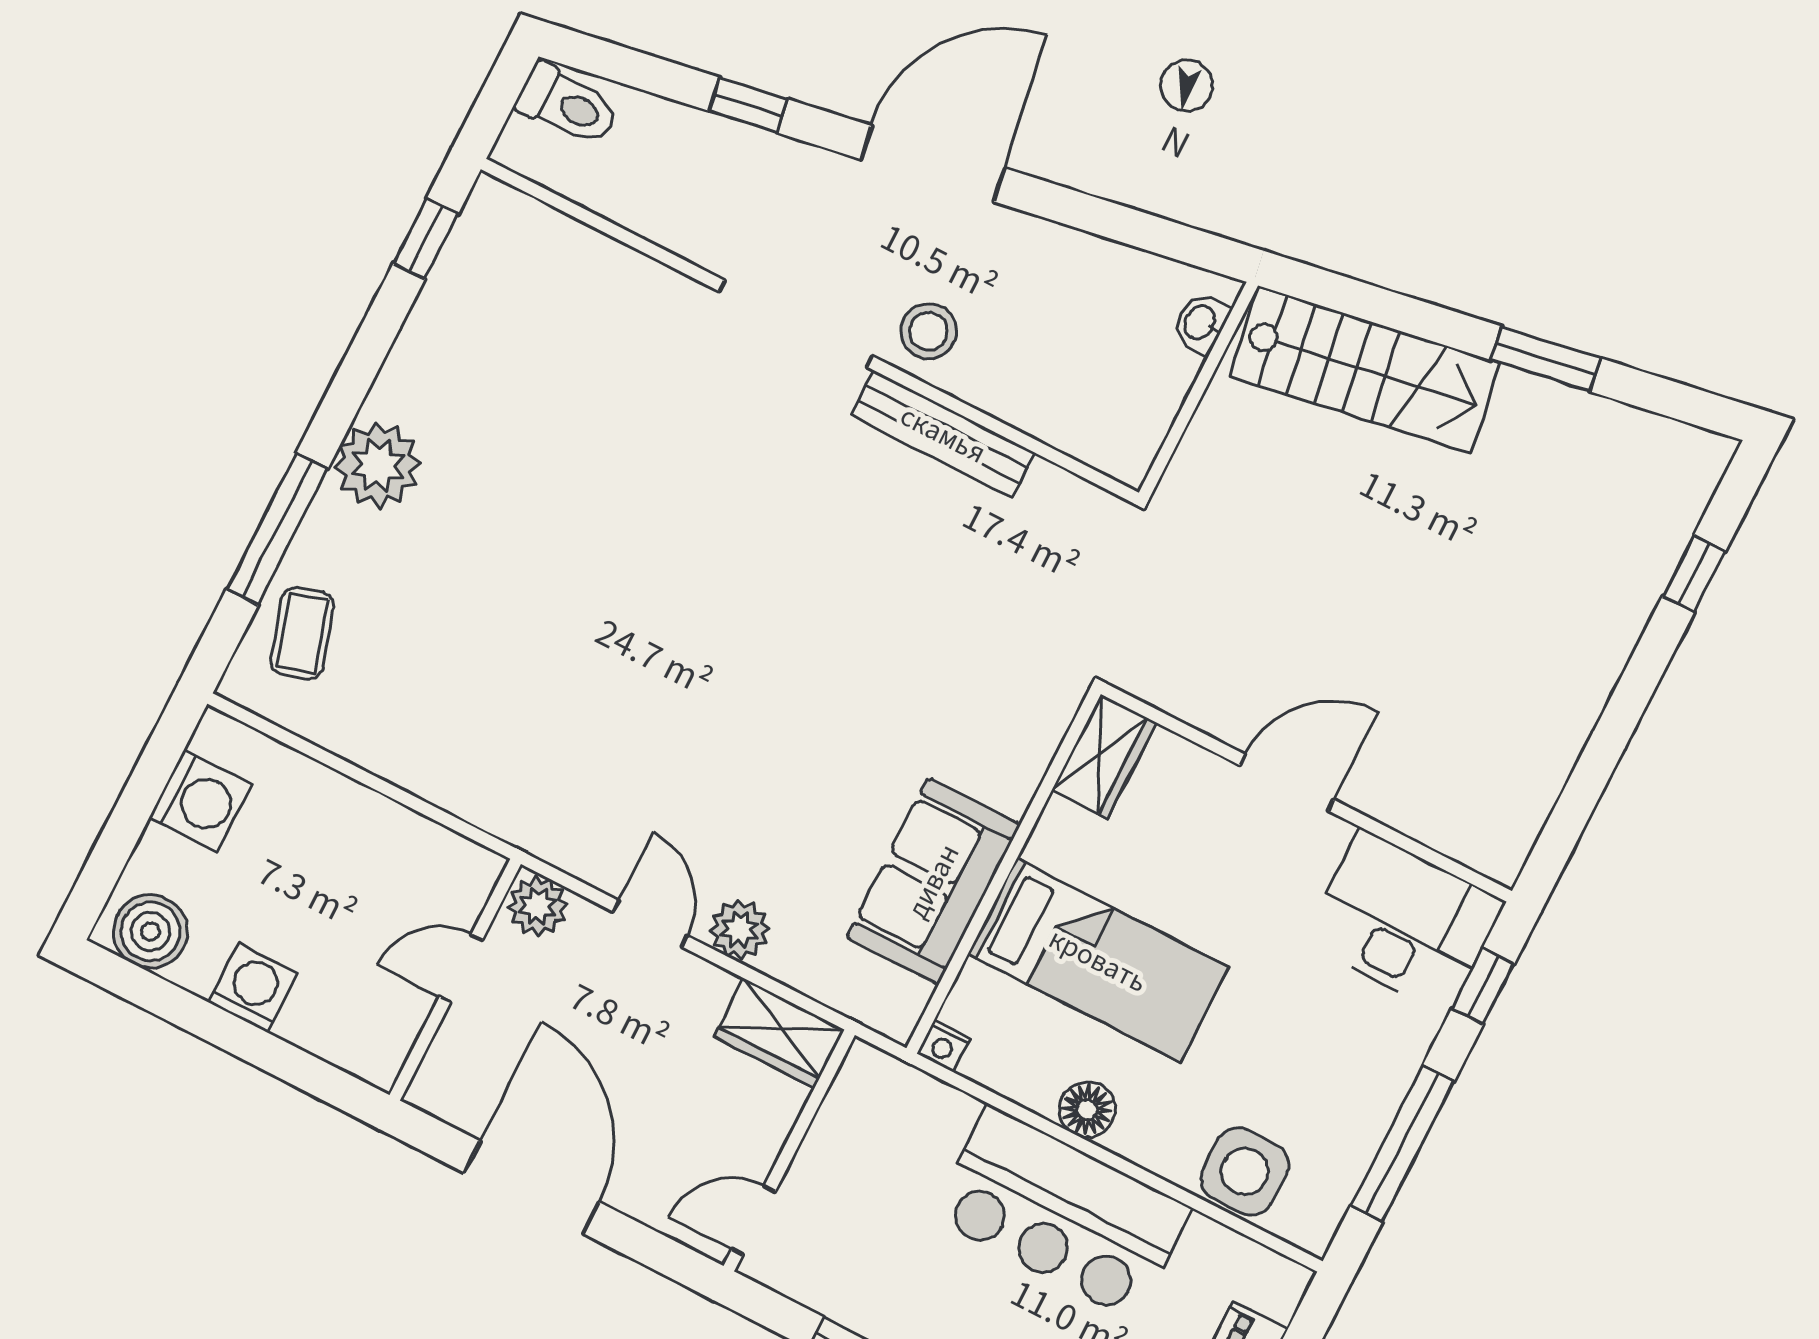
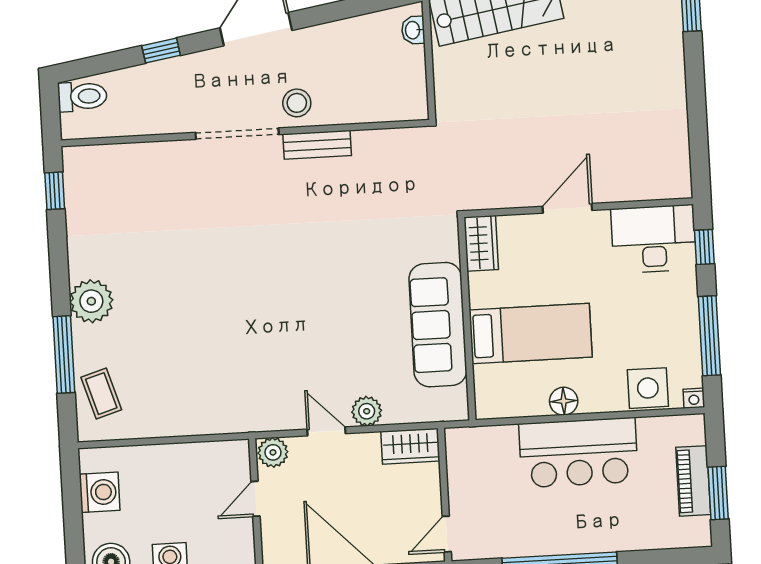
bench: (943, 434) -> (317, 145), width x0.73
sofa: (933, 881) -> (438, 325), width x1.36
nightstand: (944, 1046) -> (694, 398), moved

